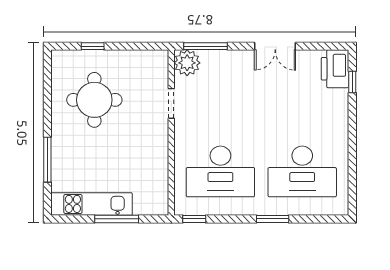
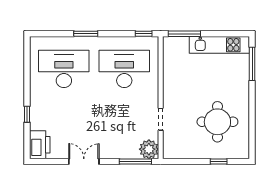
window: (352, 82) -> (27, 114), moved
window: (47, 160) -> (252, 64), moved
window: (117, 219) -> (184, 34), moved

